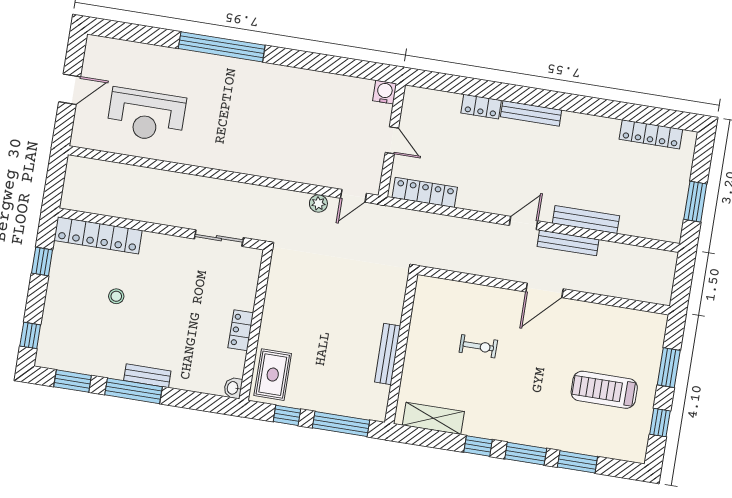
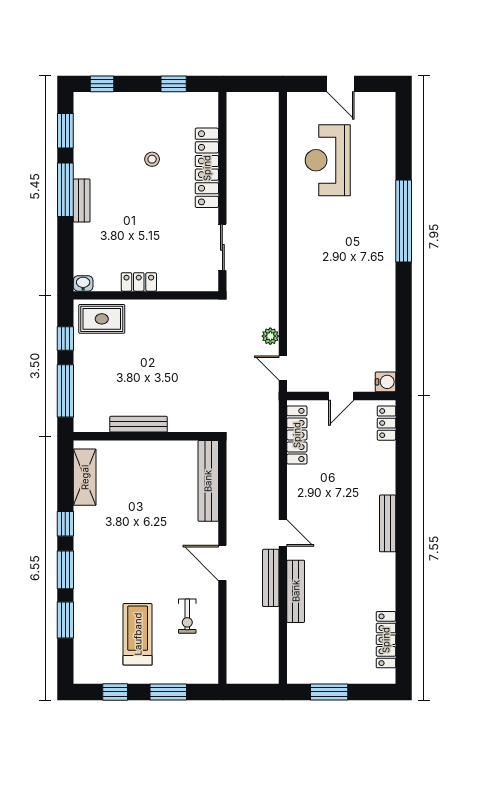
locker: (481, 107) -> (386, 423), moved
locker: (98, 235) -> (207, 168), moved
bench: (458, 291) -> (208, 481), added
exercise bike: (478, 346) -> (187, 616), moved

